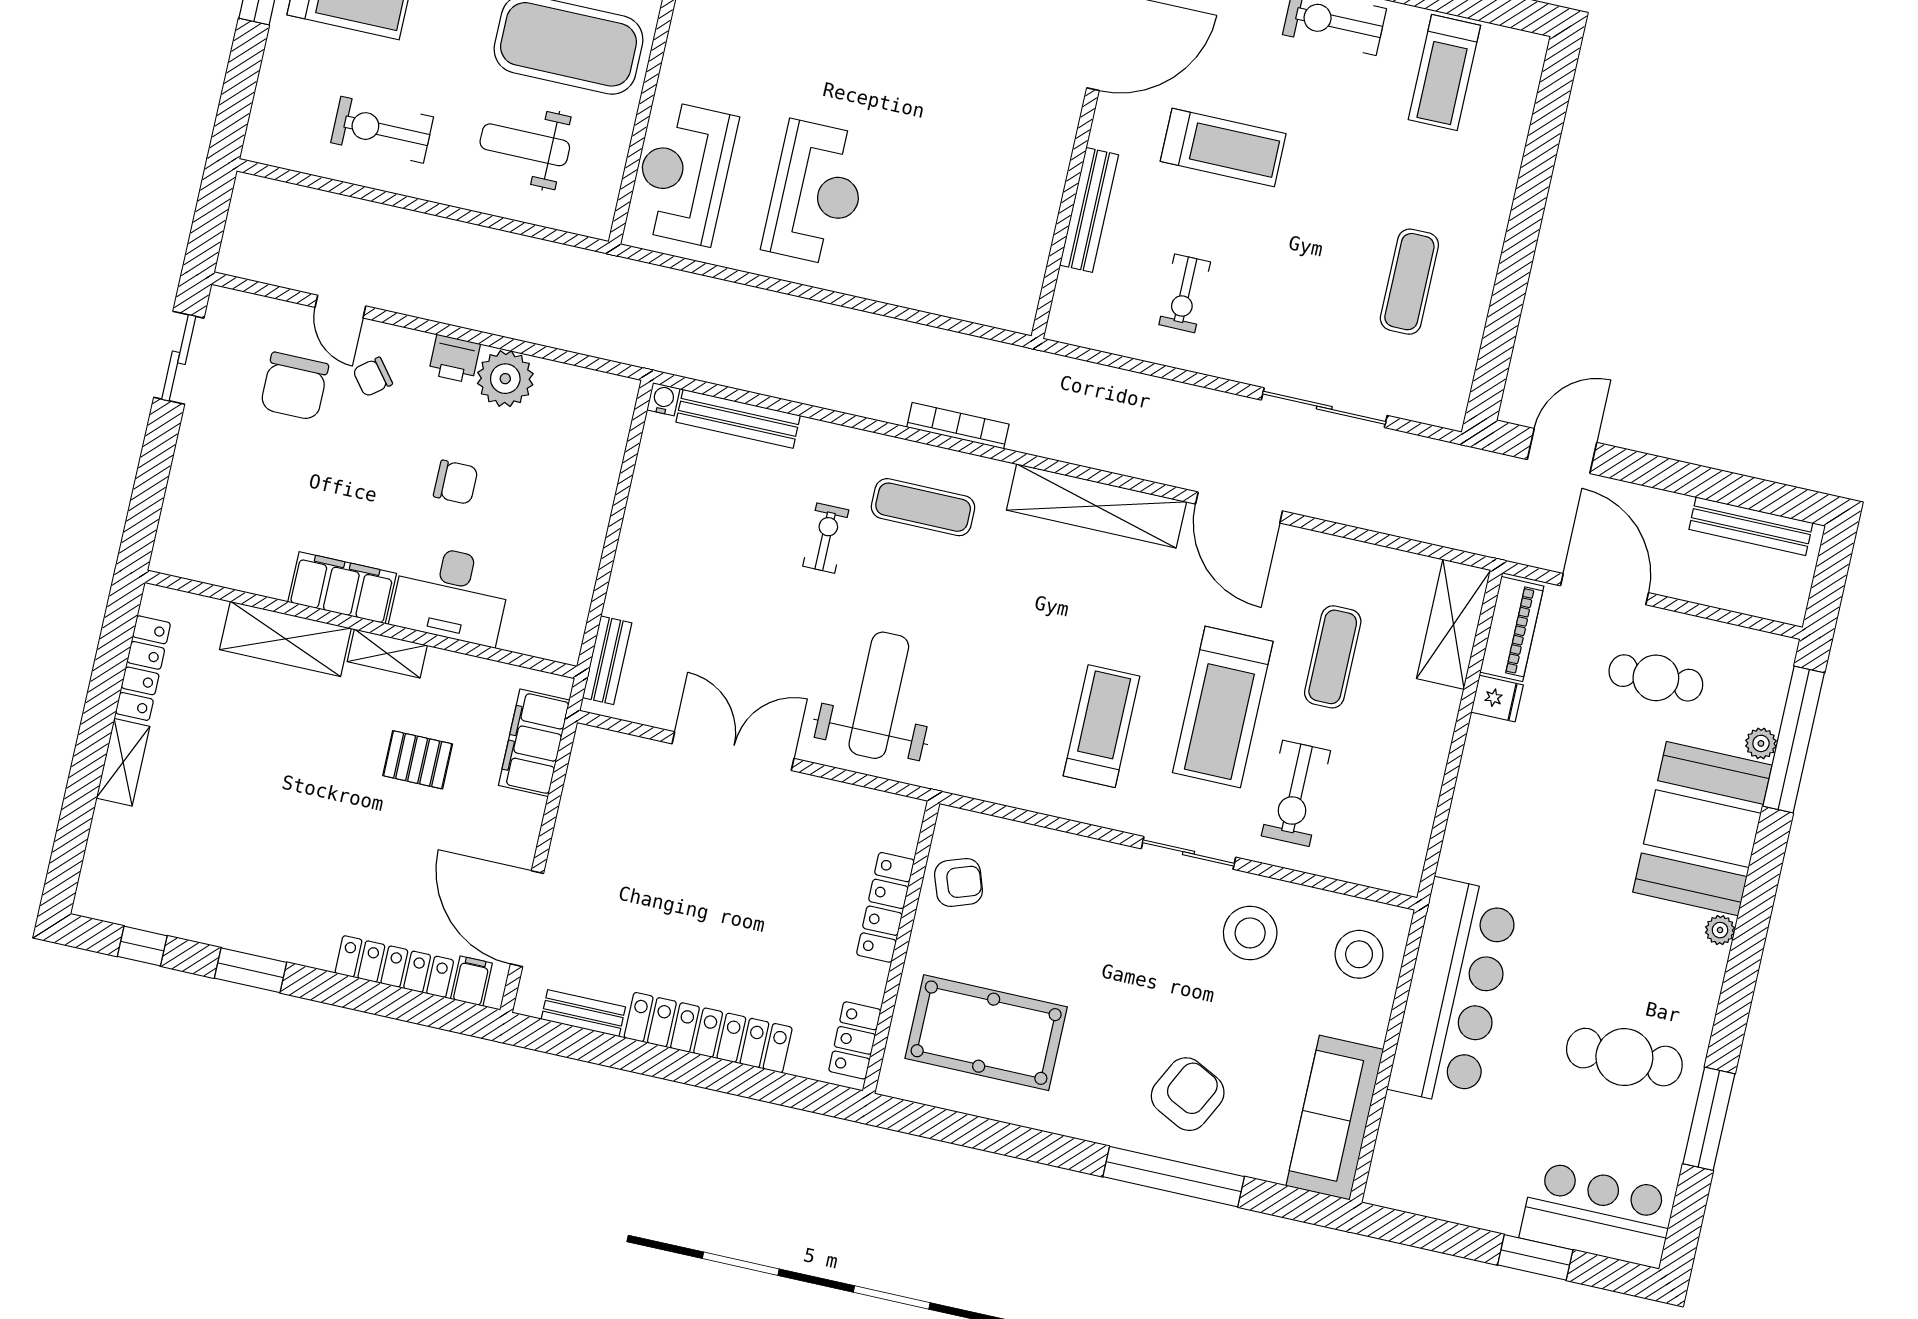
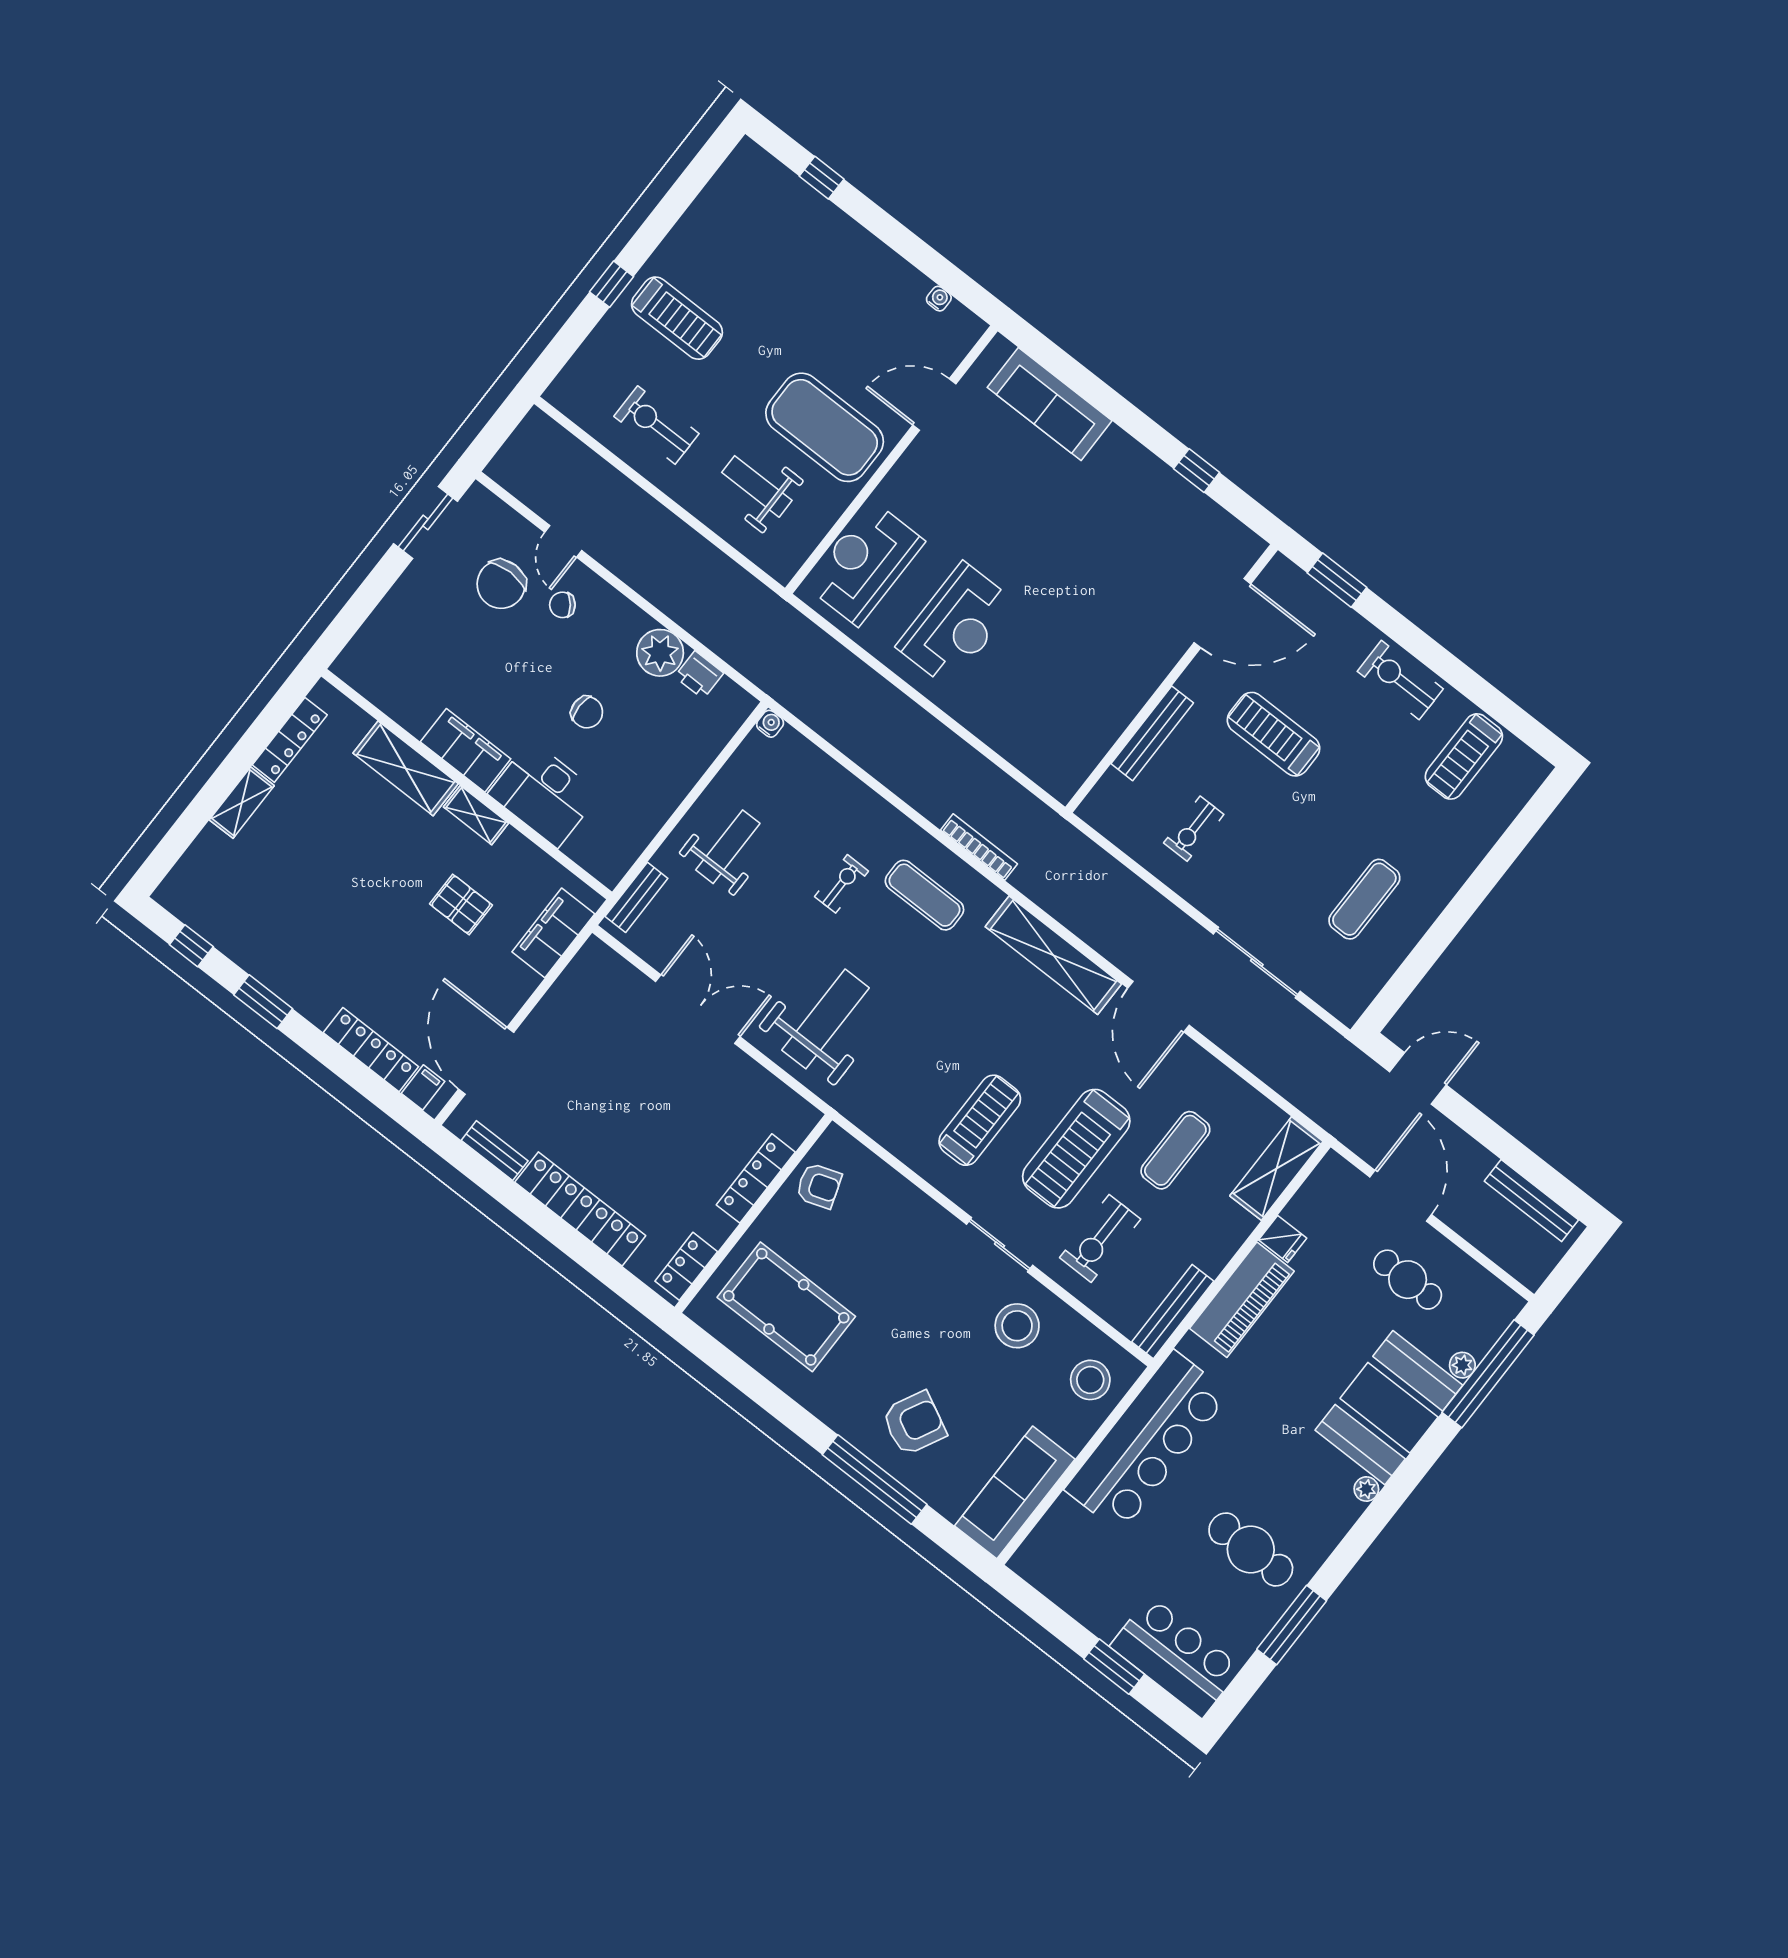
treadmill: (1223, 148) -> (1273, 734), turned 180
printer: (454, 359) -> (699, 675), moved
bench: (738, 419) -> (1173, 1312), moved, turned 90
weight bench: (681, 557) -> (728, 847), added
piano: (1512, 629) -> (1242, 1300), moved, width x1.37, depth x1.33

